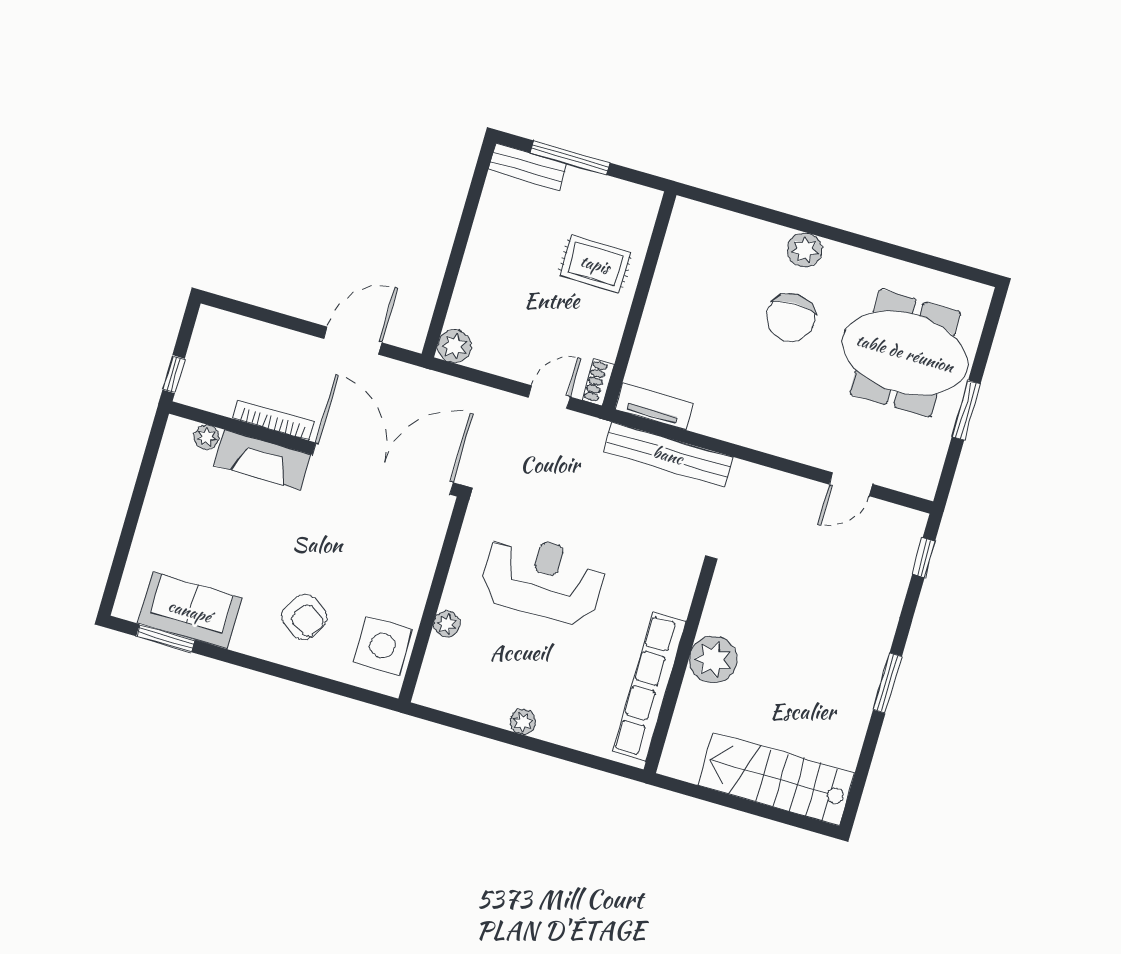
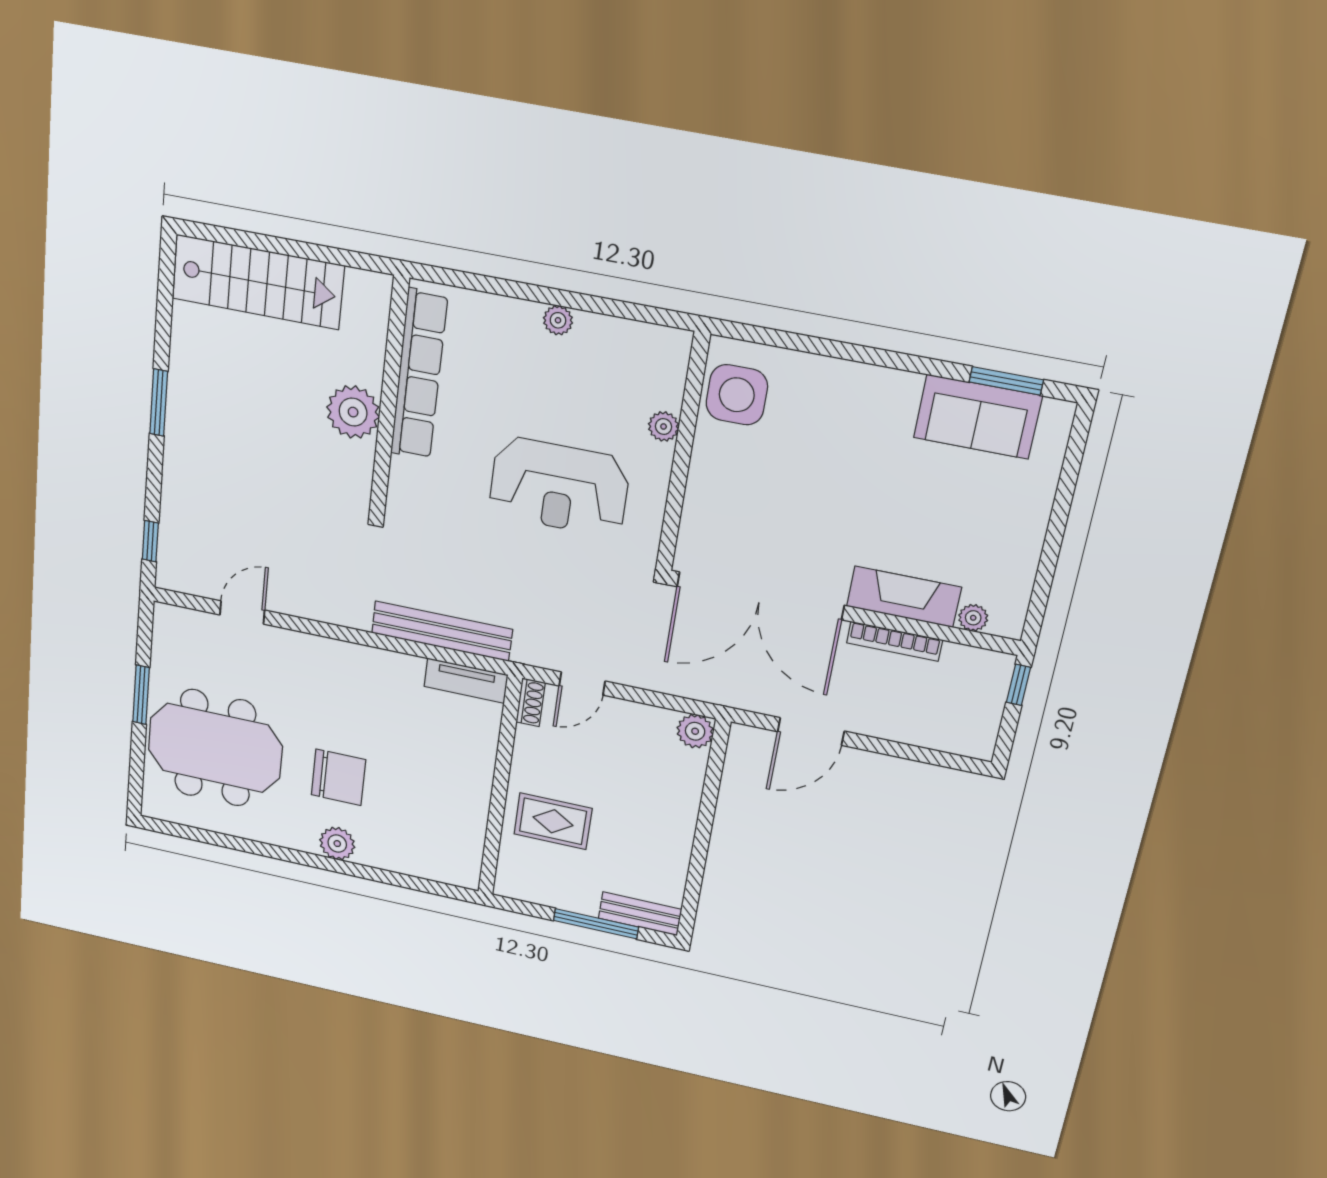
chair: (791, 318) -> (338, 777), turned 90
armchair: (304, 617) -> (835, 421), removed

